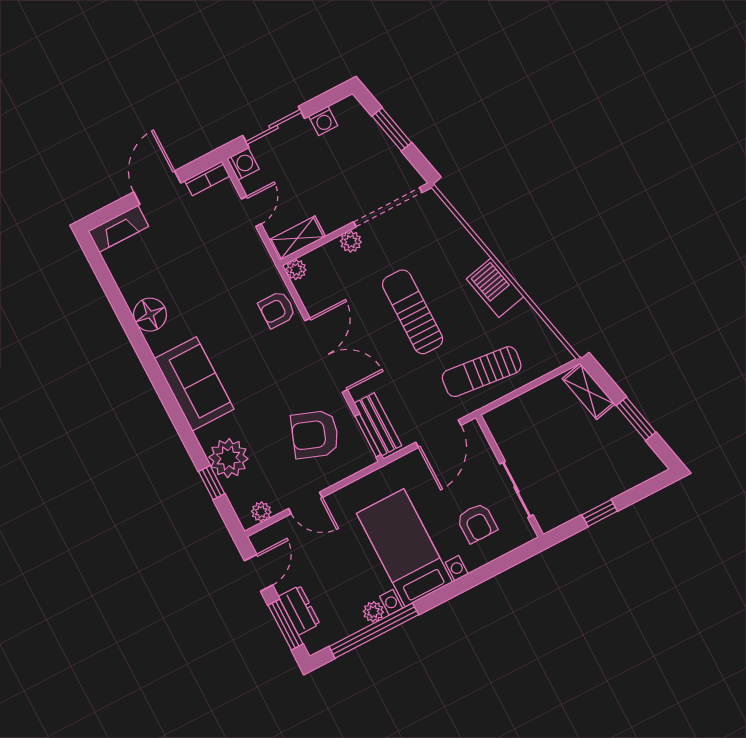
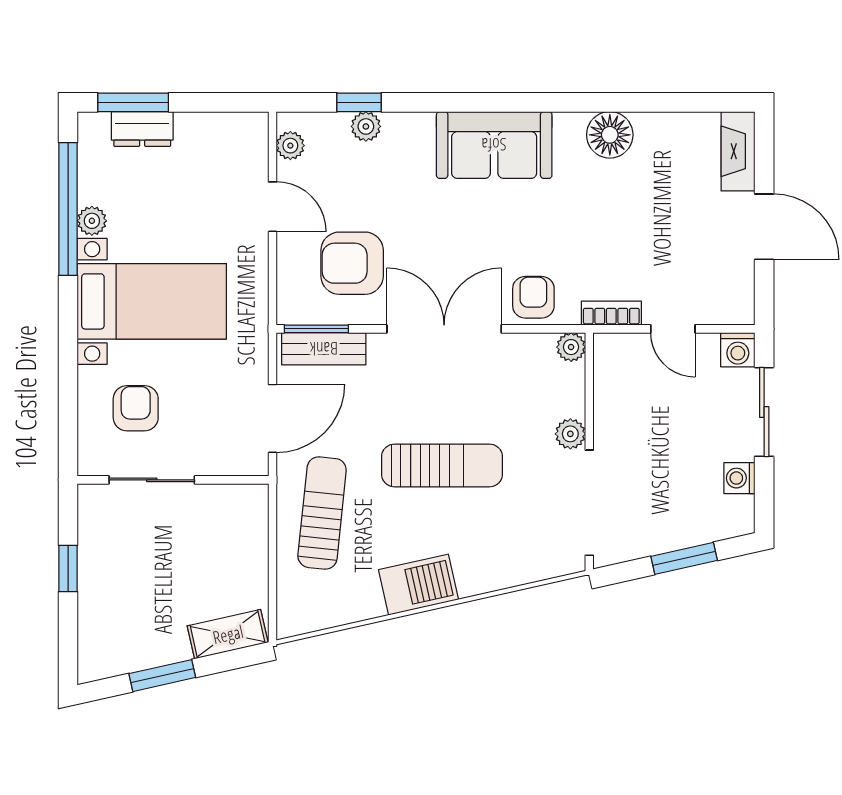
bookcase: (207, 178) -> (611, 313), moved, turned 90
shelving: (297, 238) -> (609, 369), removed
double door: (326, 355) -> (444, 329), swing flipped
armchair: (315, 434) -> (352, 263), turned -110
door: (438, 434) -> (272, 418), swing flipped
plant: (228, 458) -> (366, 126), width x0.53, depth x0.53
door: (305, 503) -> (272, 207), swing flipped
armchair: (477, 523) -> (136, 408), turned 90
door: (259, 573) -> (216, 102), removed

